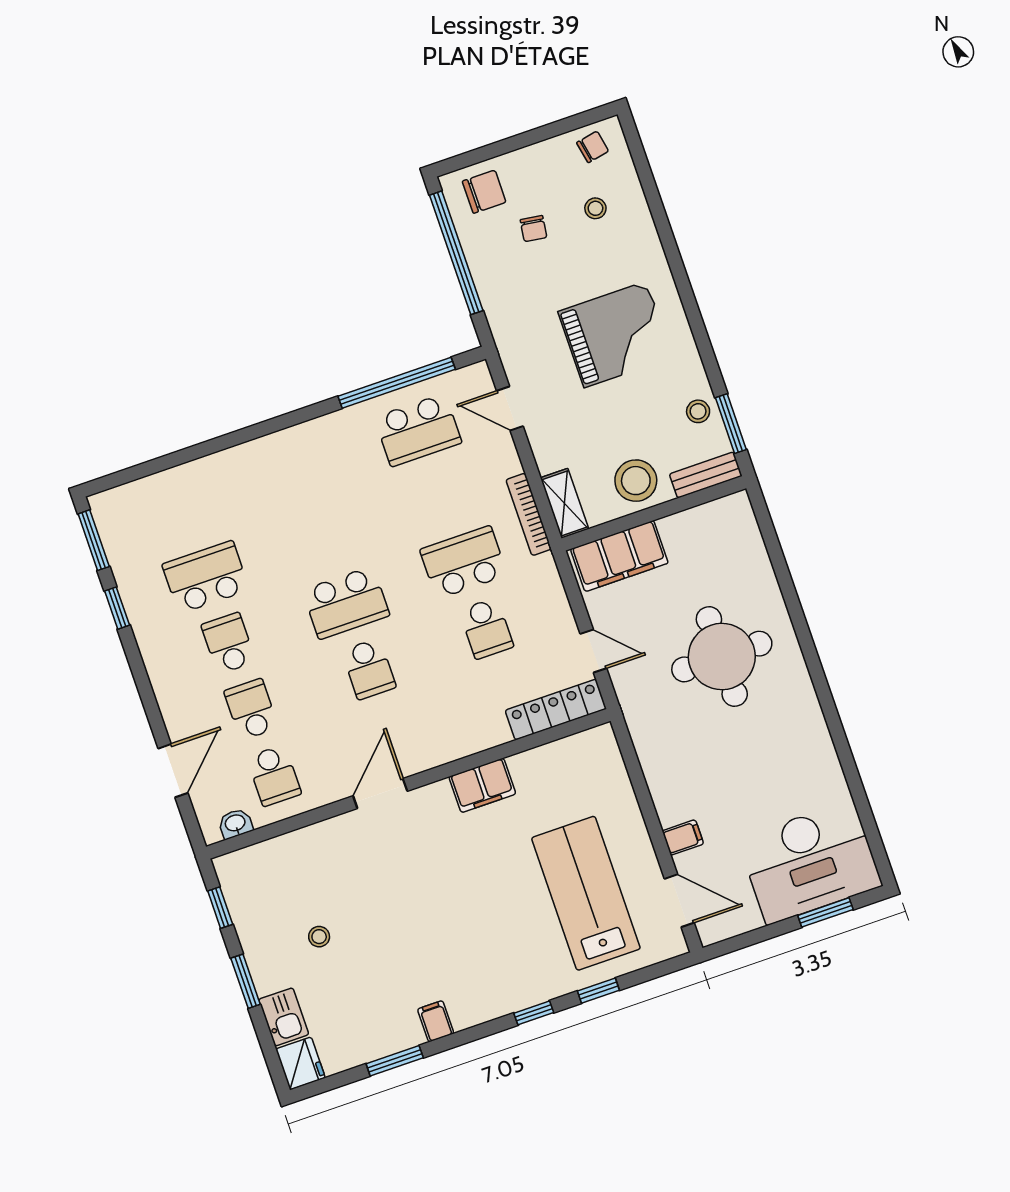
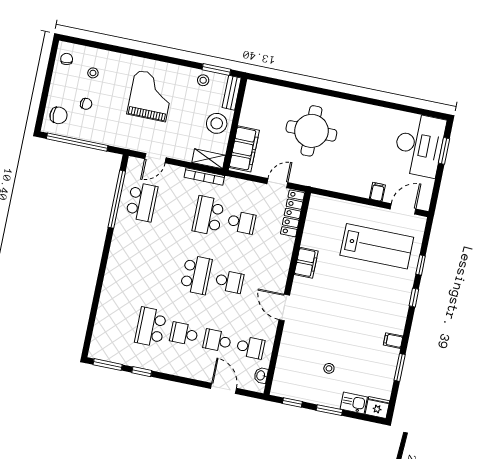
chair: (484, 192) -> (59, 115), turned 90
lab bench: (586, 893) -> (377, 246), turned 180

